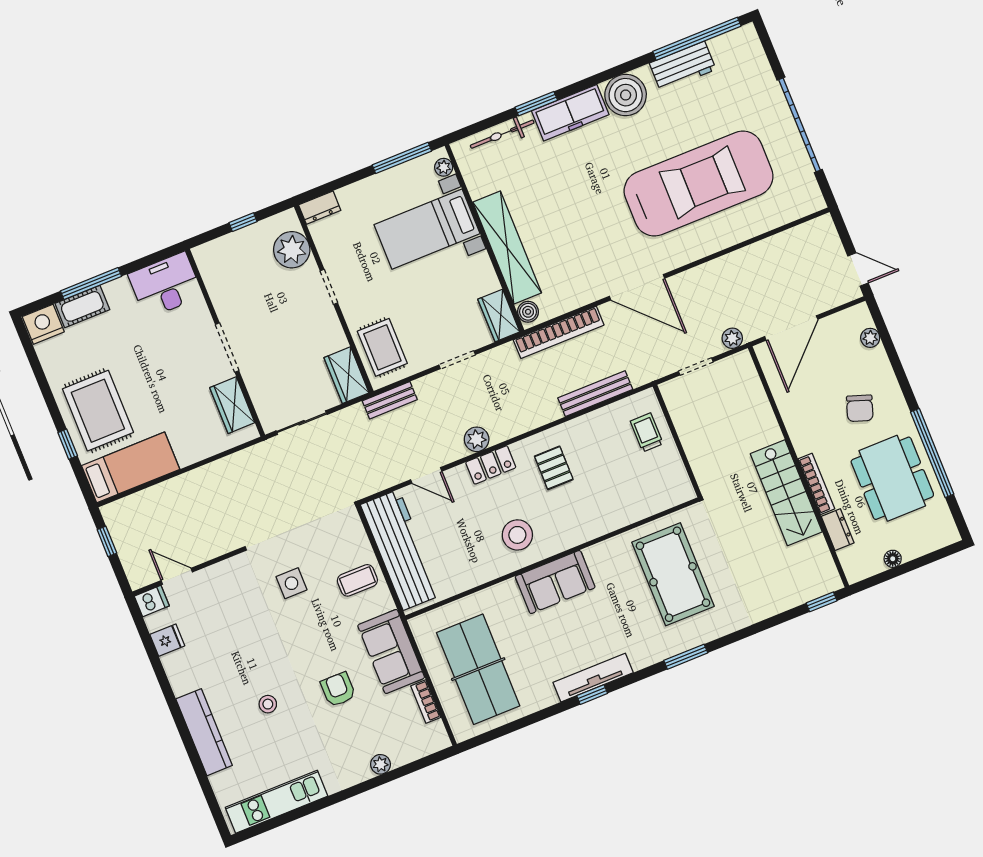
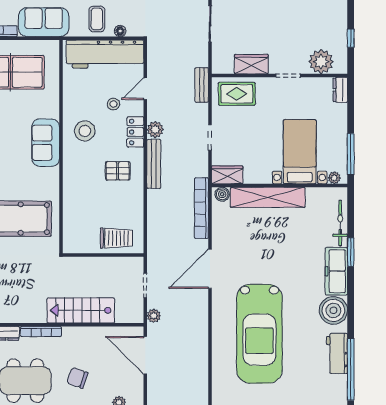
wardrobe: (346, 375) -> (251, 64), moved
bench: (595, 394) -> (154, 164), moved
trolley: (647, 432) -> (116, 238), width x1.36, depth x1.39
stairs: (786, 493) -> (81, 310), moved
stool: (465, 511) -> (113, 104), added
floor lamp: (361, 542) -> (120, 31), added

